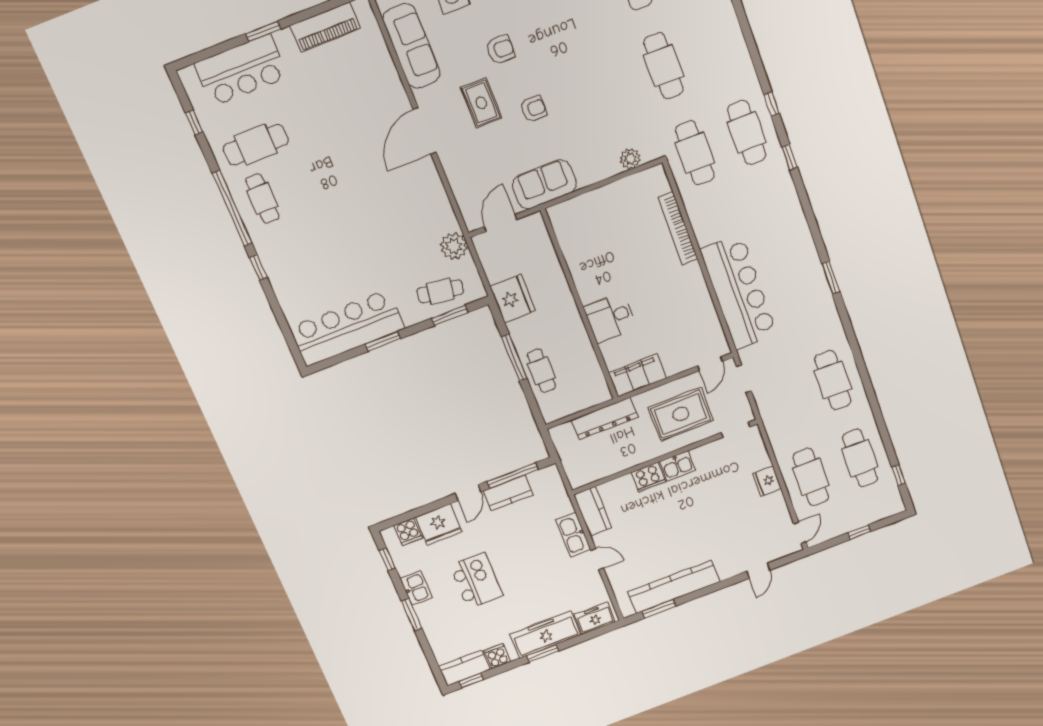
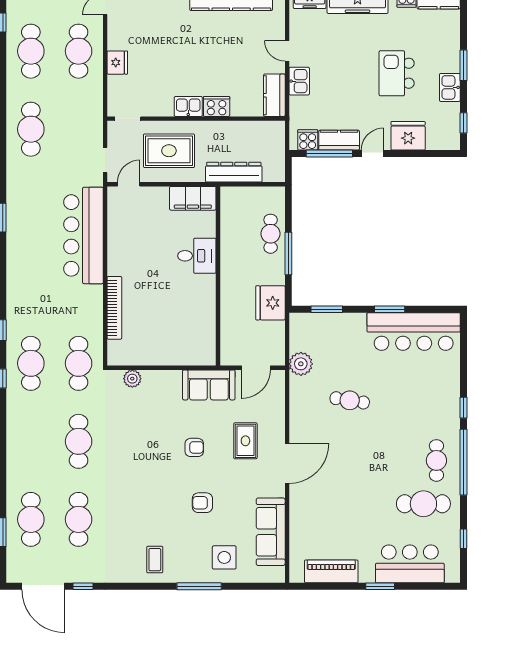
rug: (481, 103) -> (245, 441), moved
armchair: (534, 109) -> (194, 447), turned 180
cafe table: (440, 291) -> (350, 400), moved
cooker: (408, 532) -> (308, 140), moved
kitchen sink: (573, 535) -> (299, 81), width x0.73

